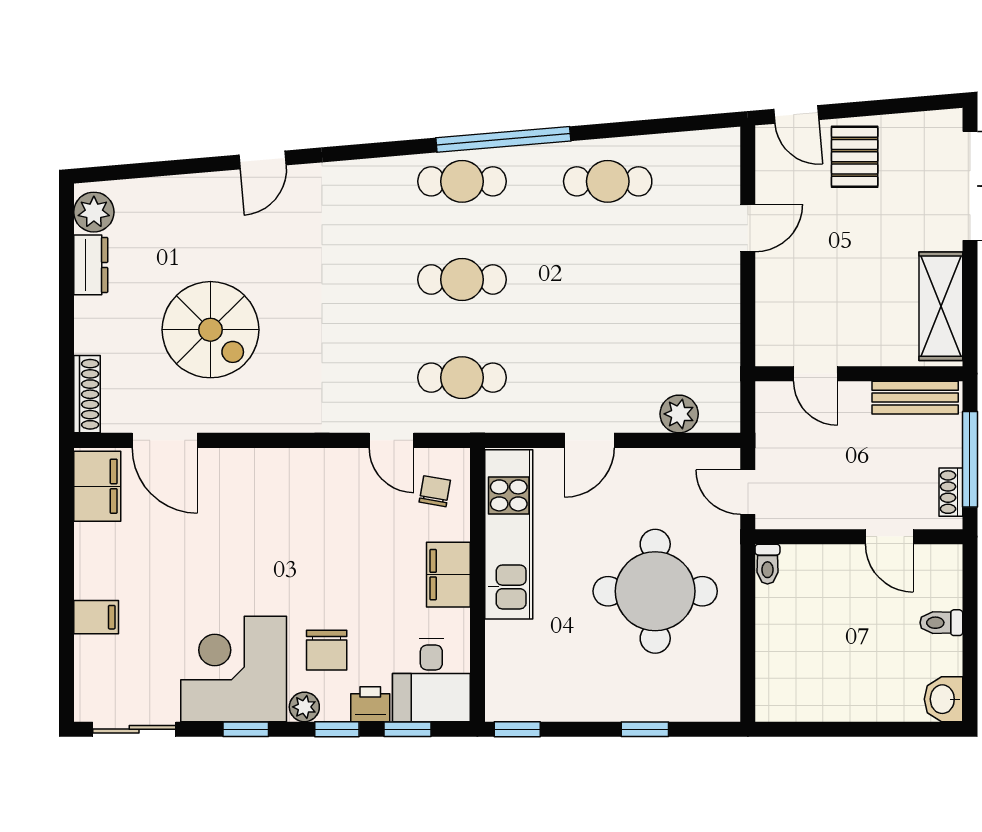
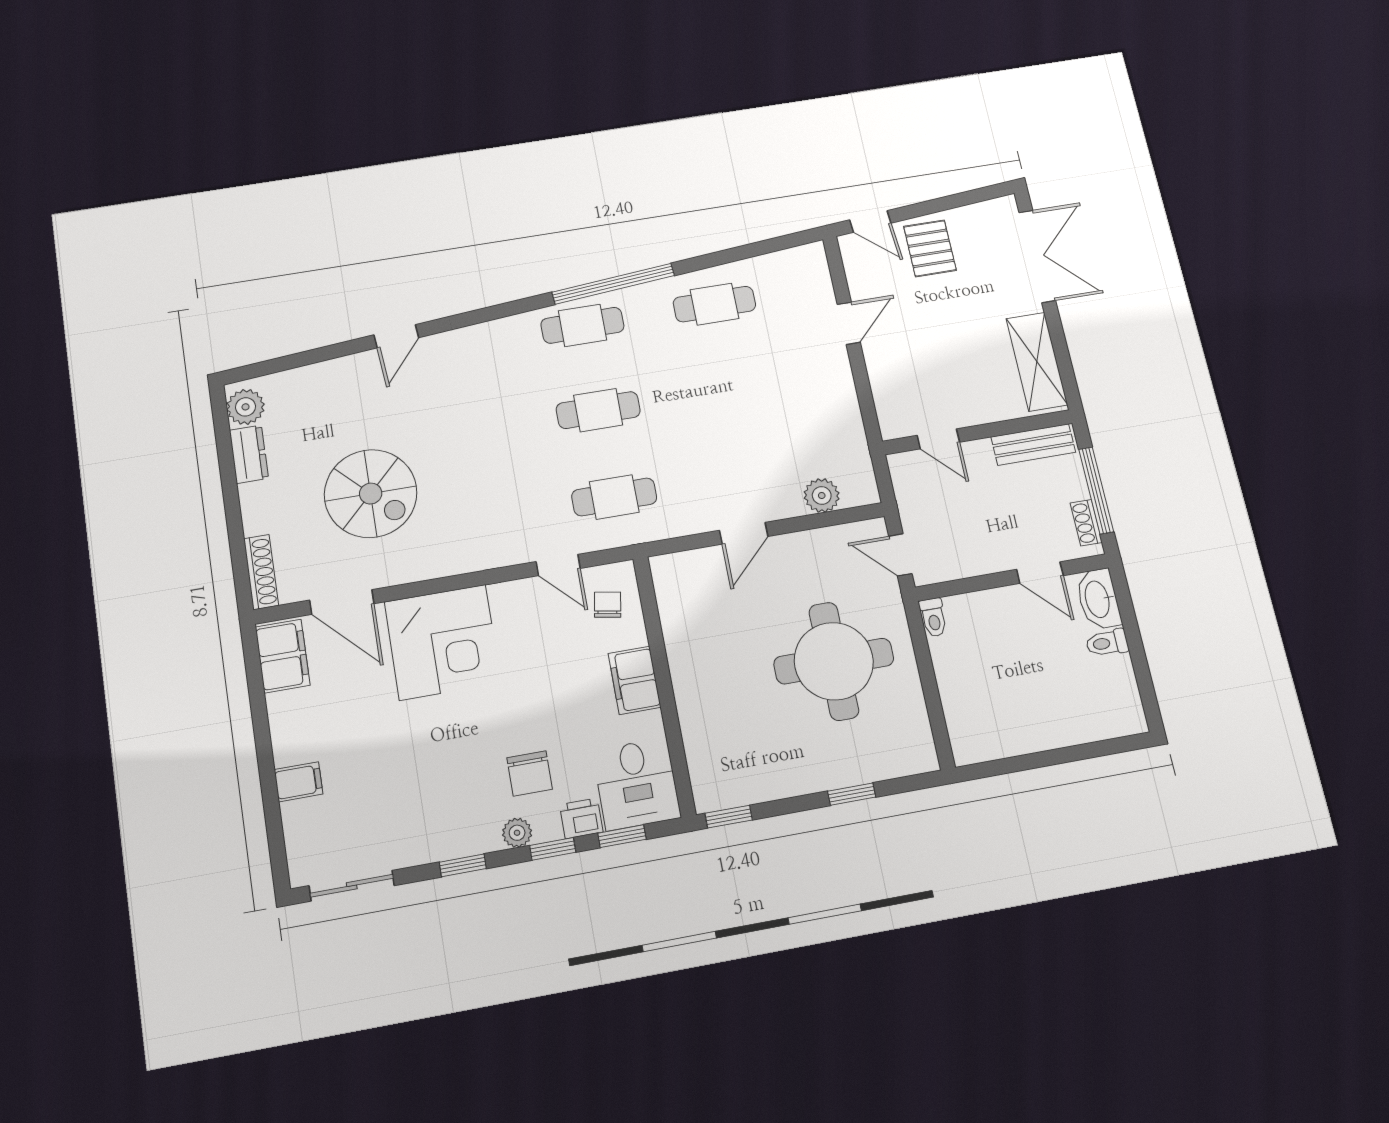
kitchen unit: (509, 534) -> (685, 633), removed
corner desk: (234, 669) -> (443, 642), moved, turned 180
washbasin: (943, 699) -> (1098, 599), moved, width x1.38

